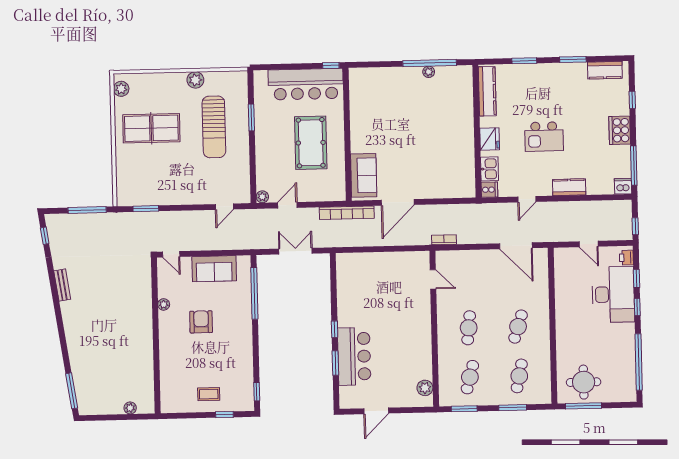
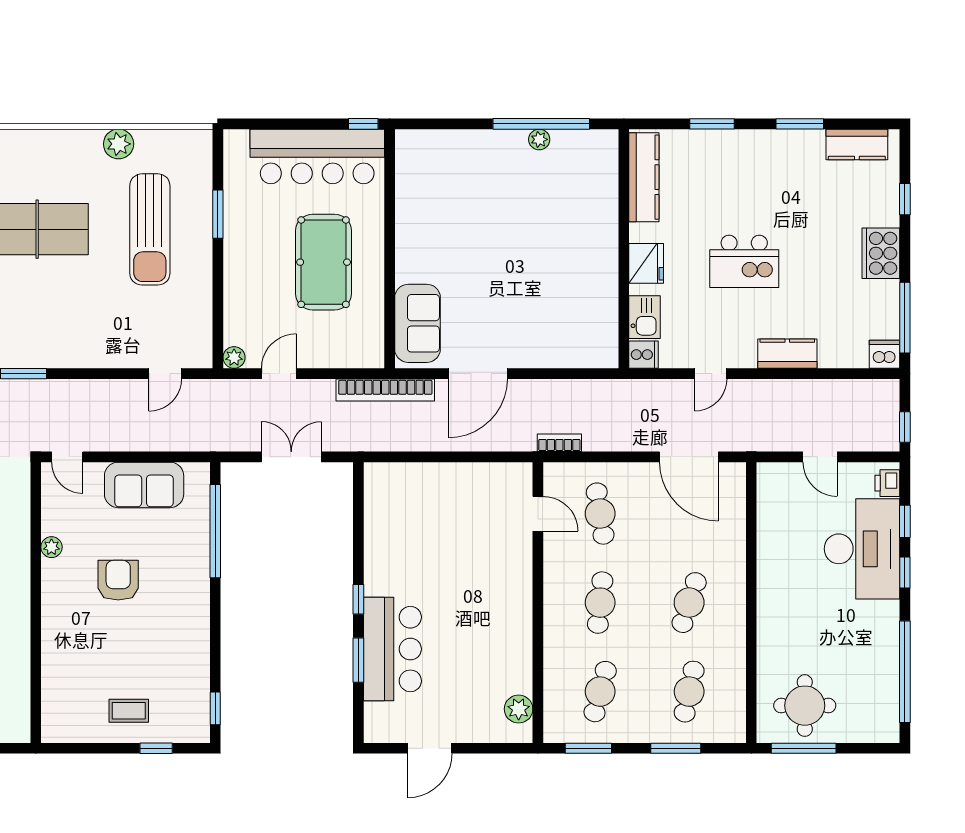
cafe table: (467, 278) -> (600, 514), added

